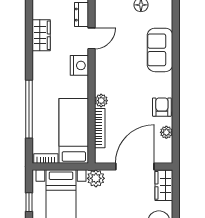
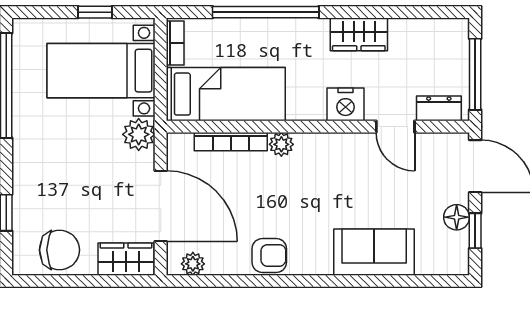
wardrobe: (41, 35) -> (359, 34), moved
plant: (166, 132) -> (193, 264), moved

